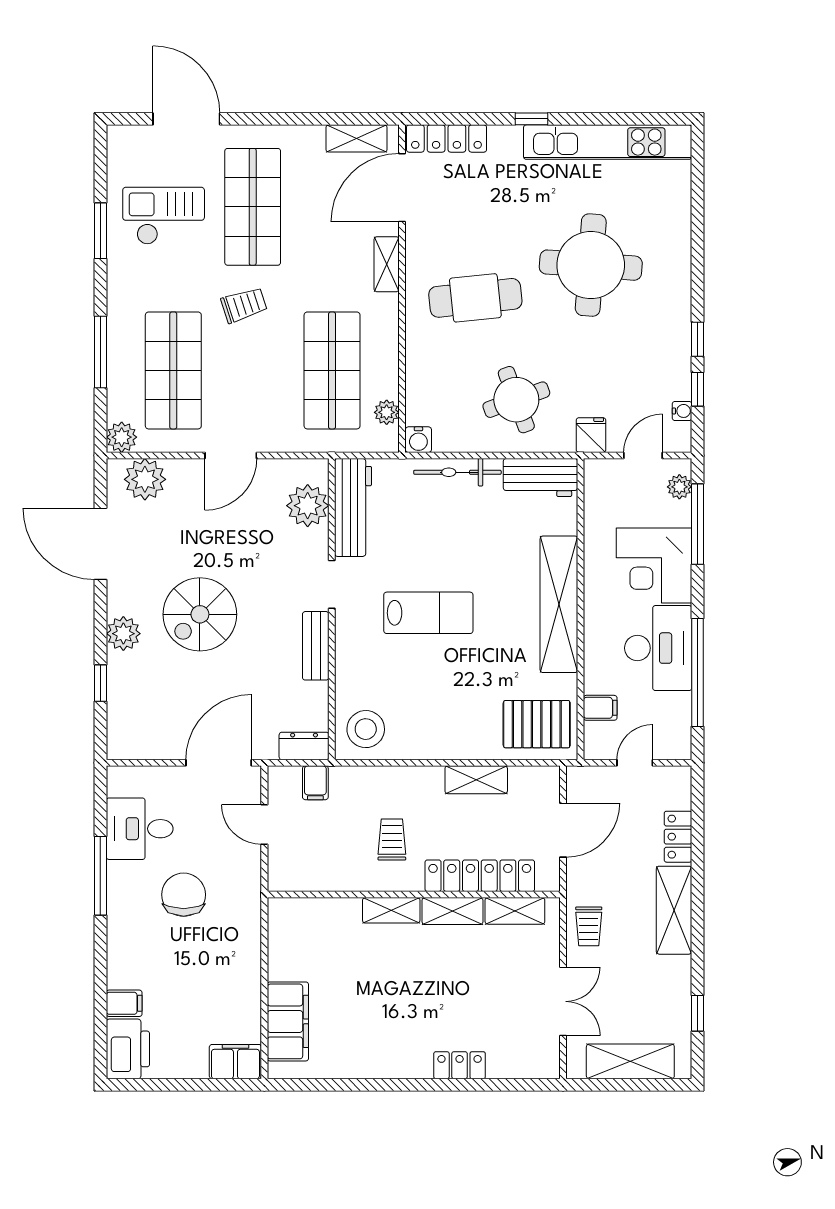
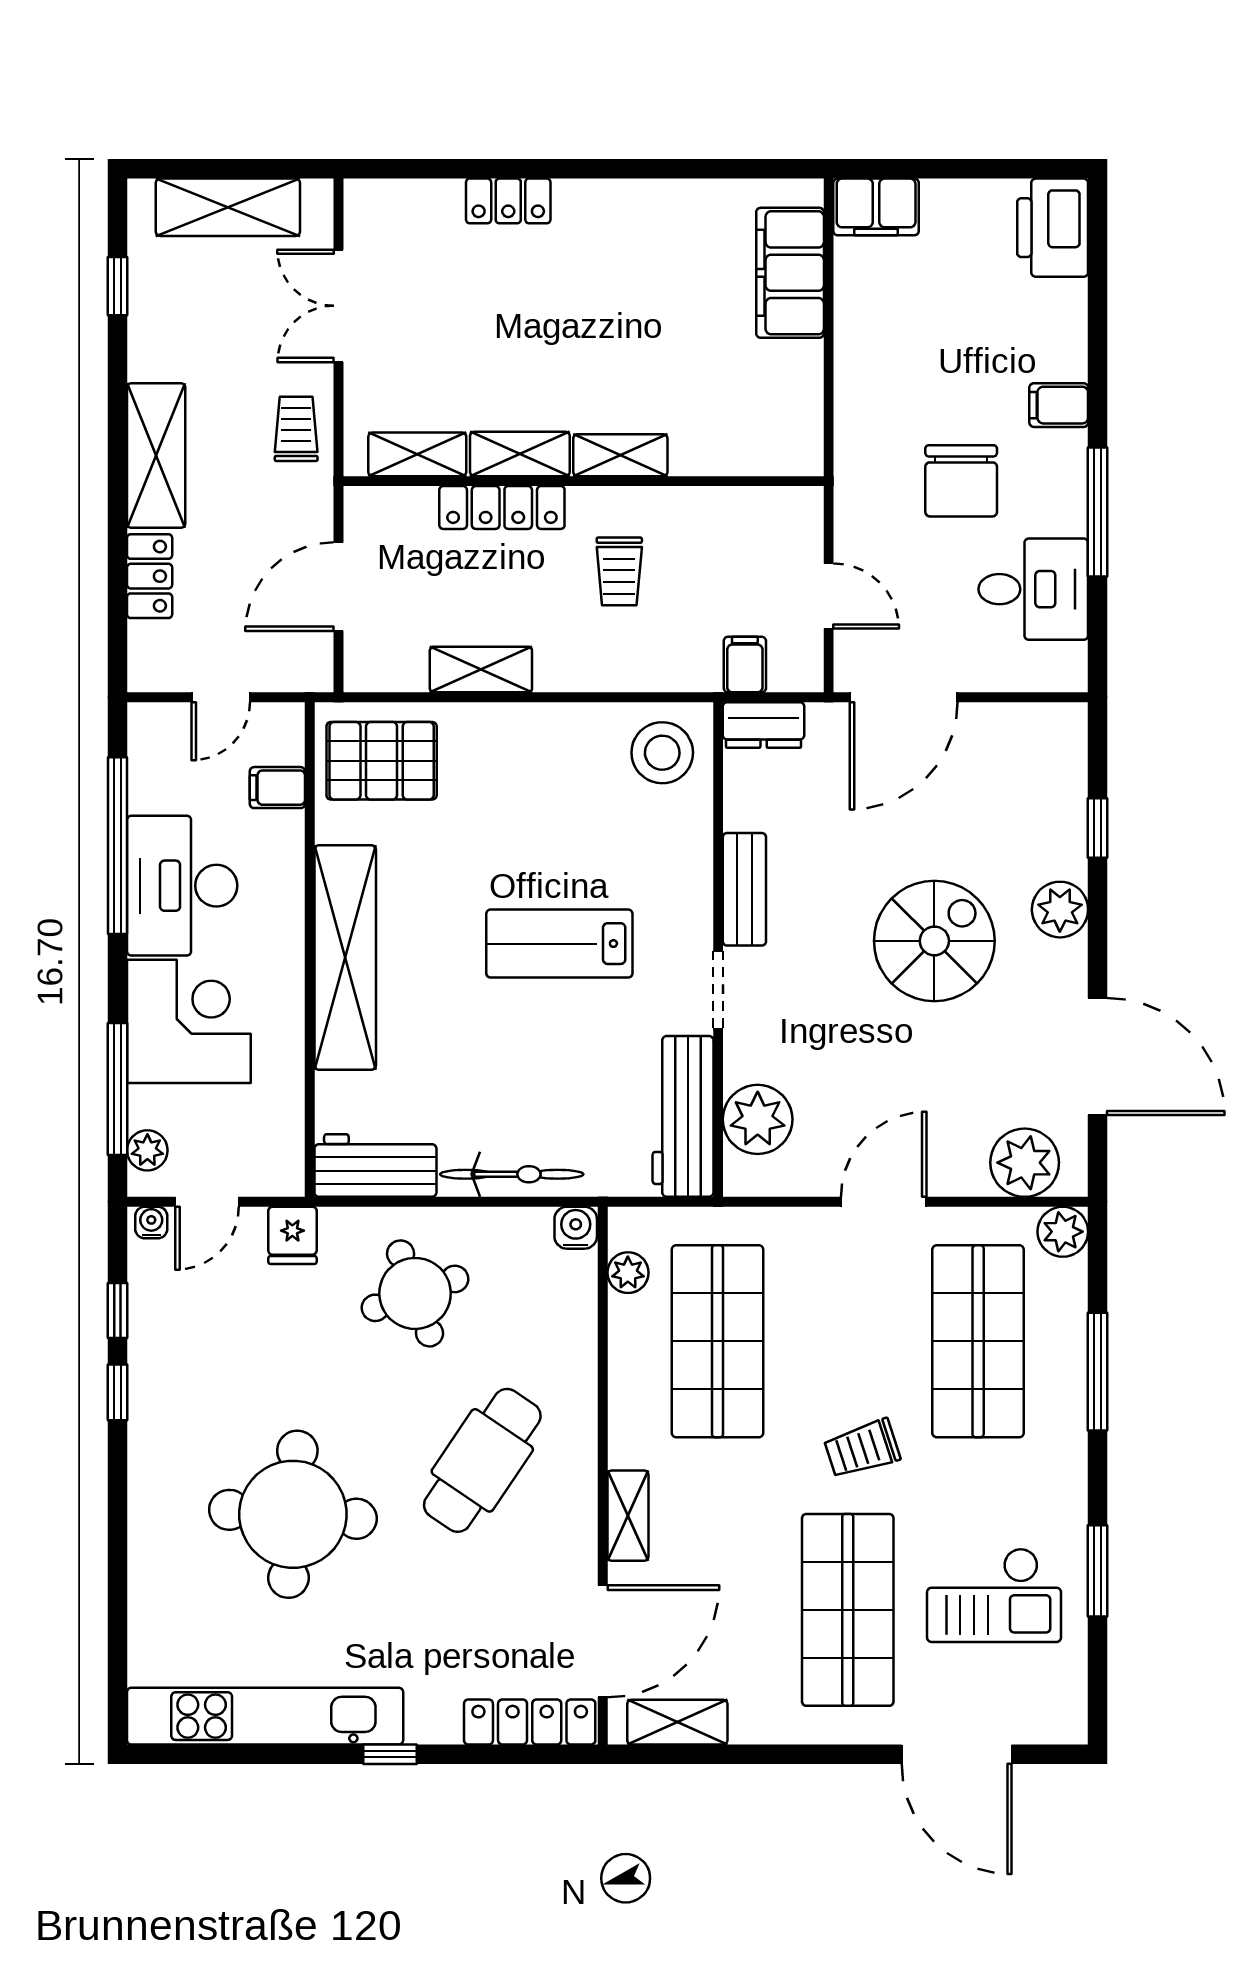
cafe table: (475, 298) -> (482, 1460), turned -50
water cooler: (682, 411) -> (151, 1222), moved, turned 90
locker: (480, 876) -> (502, 507), width x0.71, depth x0.83
filing cabinet: (124, 1003) -> (1059, 405), moved

